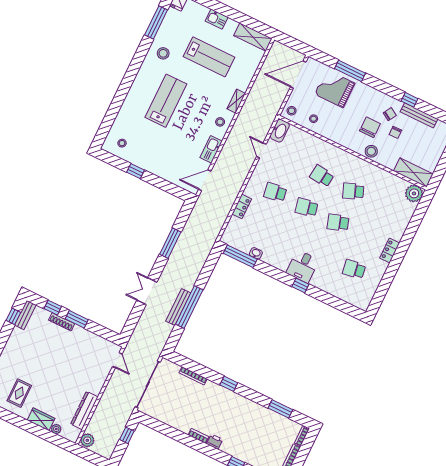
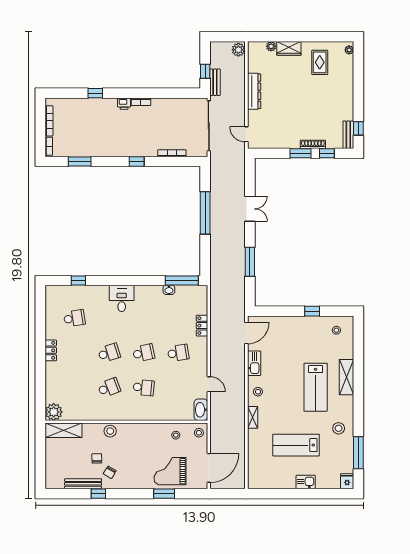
shelving: (253, 37) -> (346, 377), moved, turned 90
window: (350, 71) -> (164, 494), width x0.69
grand piano: (335, 89) -> (170, 471), turned 180
chair: (370, 127) -> (122, 452), removed
window: (300, 285) -> (78, 280), moved
bench: (178, 307) -> (215, 82), moved, width x0.73
dresser: (84, 410) -> (254, 91), moved

